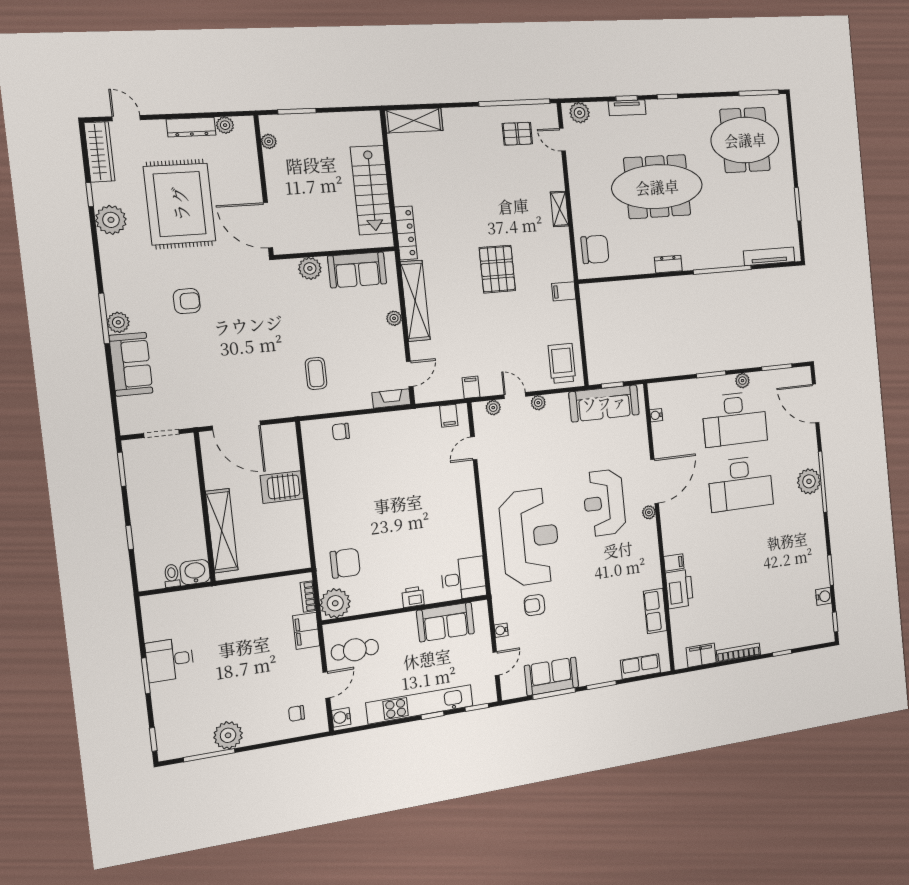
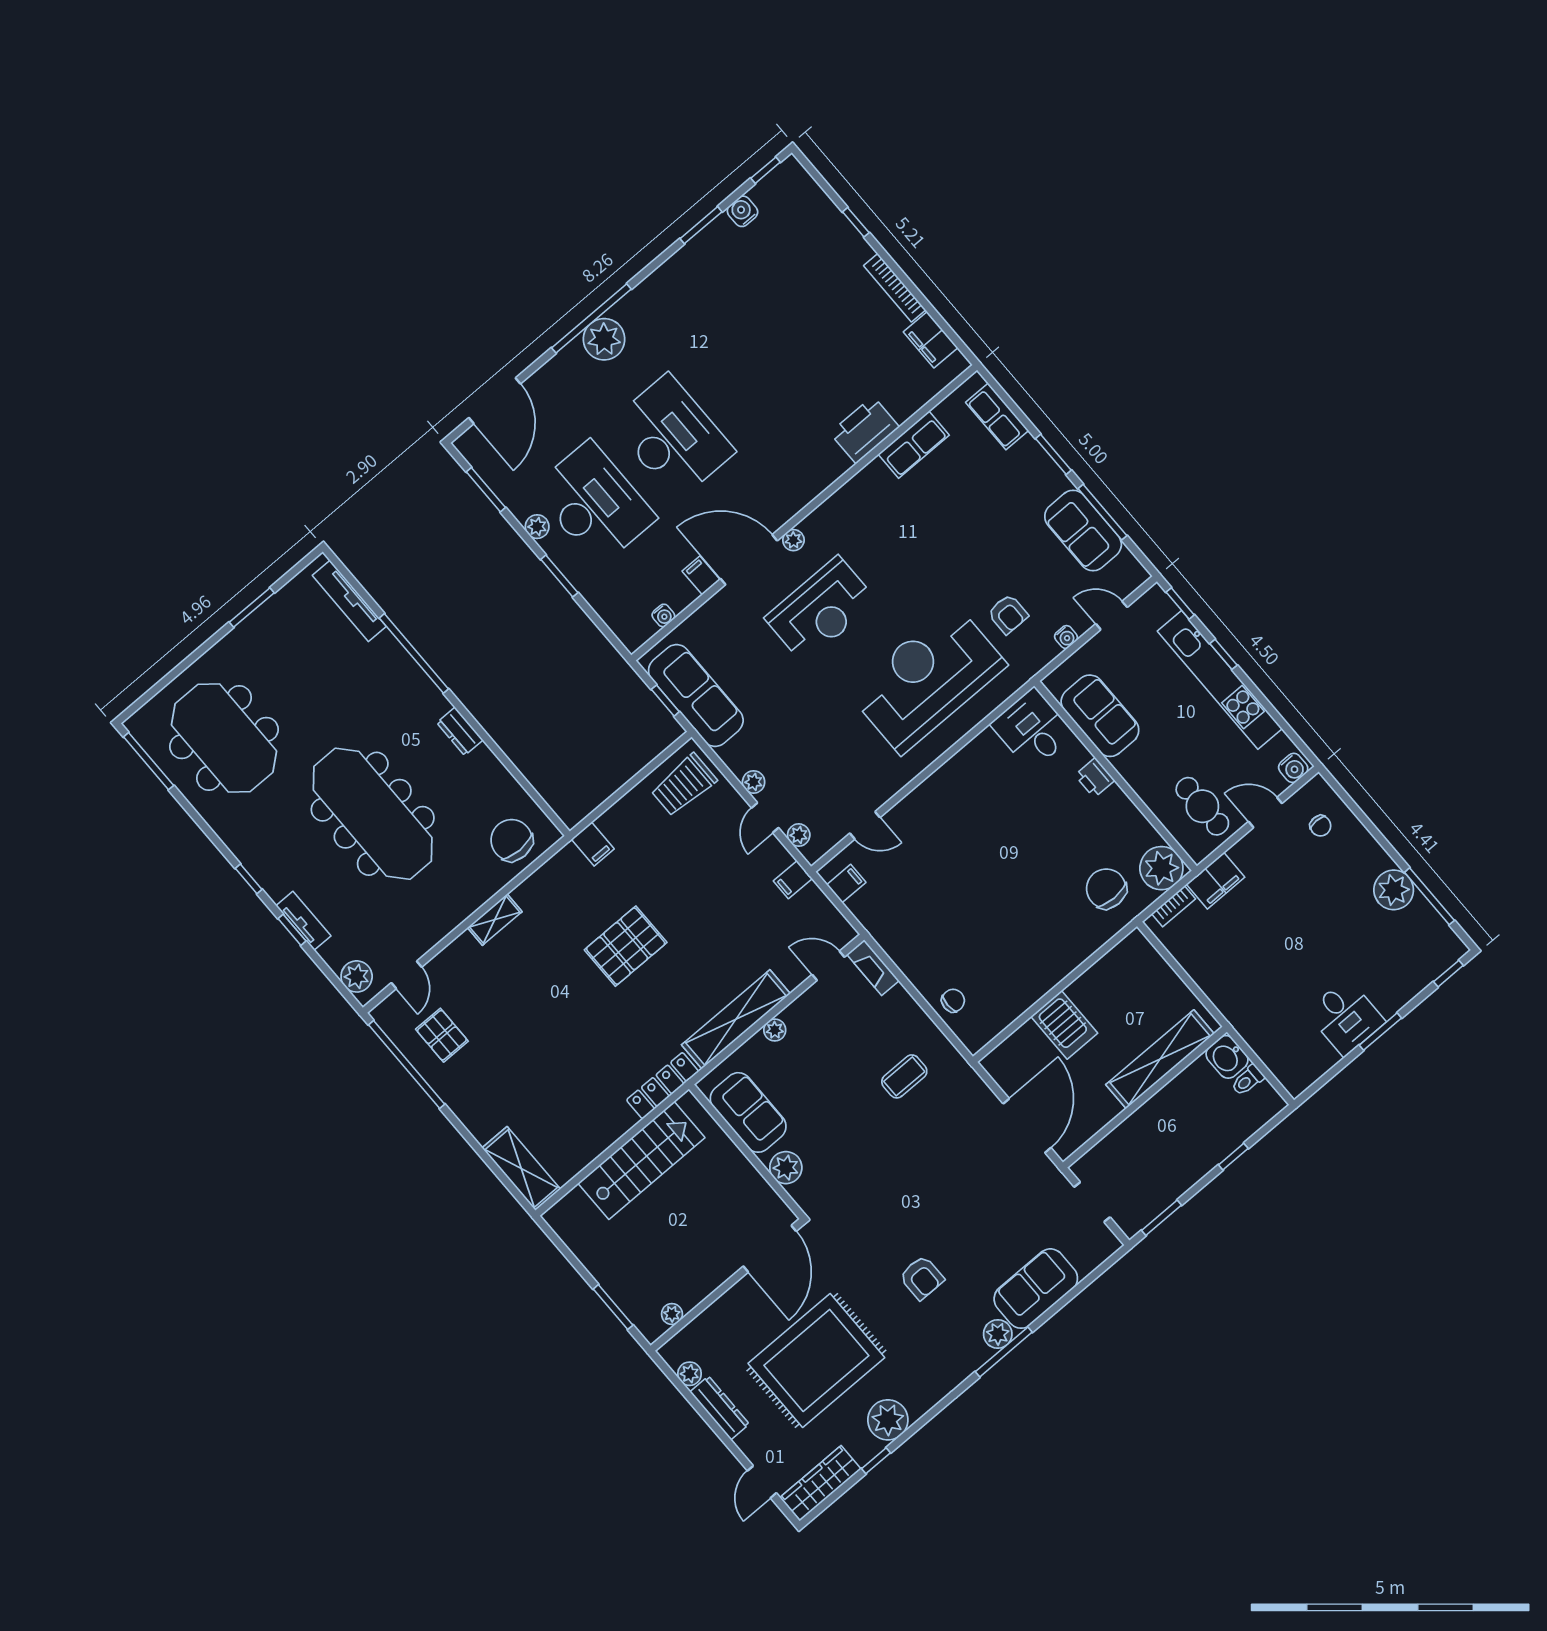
armchair: (187, 301) -> (922, 1278), turned 180
chair: (341, 432) -> (953, 1001), turned -90
filing cabinet: (674, 562) -> (701, 575), moved

